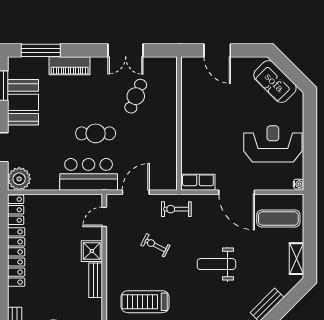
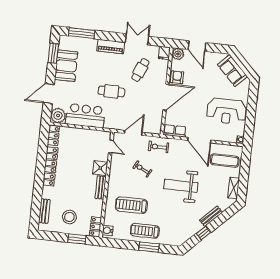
double door: (126, 50) -> (137, 39), swing flipped
piano: (70, 66) -> (111, 47), moved
fridge: (169, 66) -> (164, 53), added
plant: (190, 66) -> (178, 54), added
armchair: (192, 101) -> (177, 77), added
door: (179, 133) -> (166, 97), added
reception desk: (273, 144) -> (227, 111), turned 180
bar counter: (89, 174) -> (85, 116), moved
door: (104, 217) -> (111, 147), swing flipped
weight bench: (216, 264) -> (181, 186), width x1.36, depth x1.33

